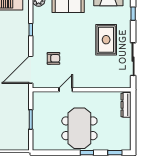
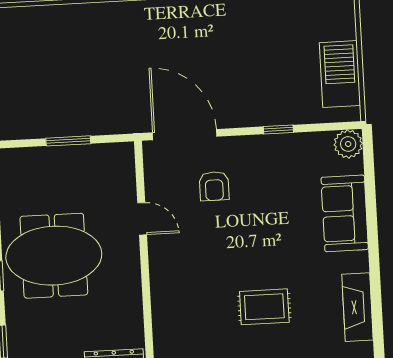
rug: (106, 40) -> (264, 307), width x0.73, depth x0.70

